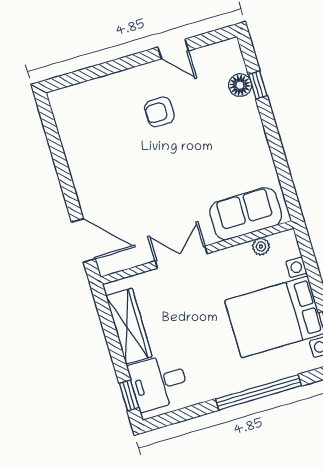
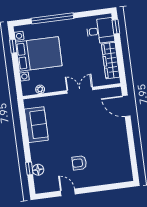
armchair: (159, 112) -> (79, 163), turned 180
sofa: (246, 214) -> (36, 125), moved, turned -90
double door: (181, 257) -> (80, 90), swing flipped

